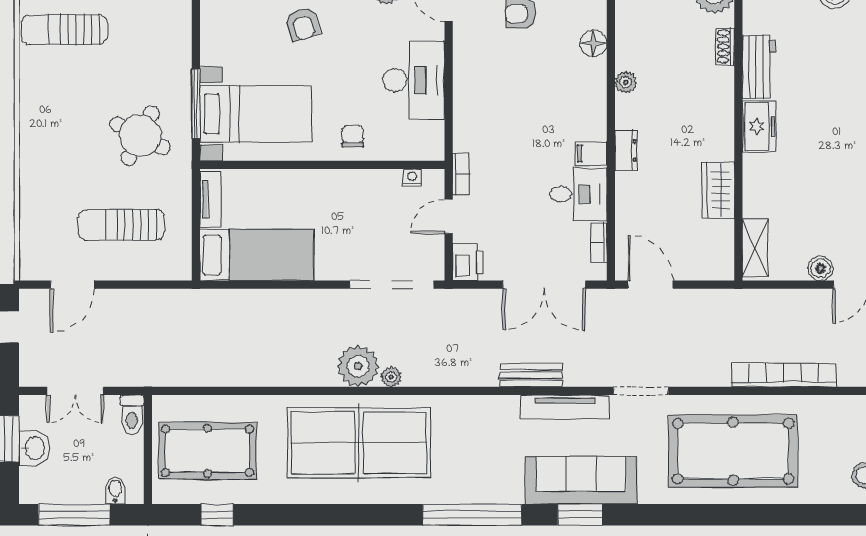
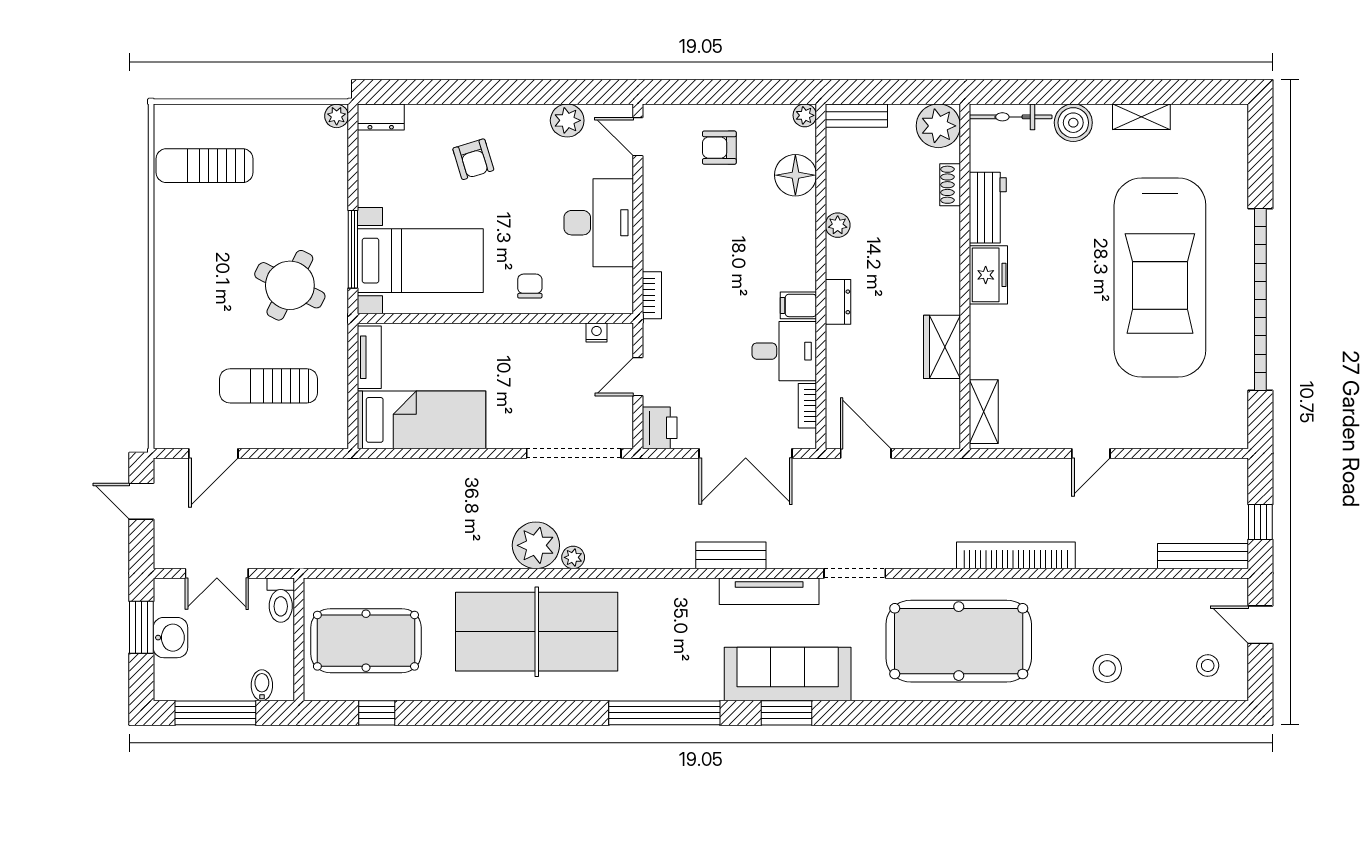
floor lamp: (593, 43) -> (795, 175), width x1.38, depth x1.38
bookcase: (461, 174) -> (652, 295), moved
boiler: (820, 268) -> (1057, 435), removed

